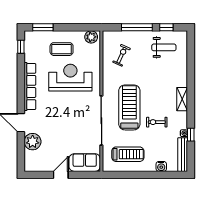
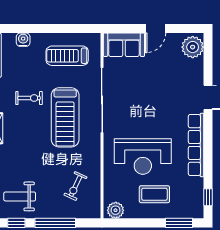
plant: (33, 142) -> (193, 47), moved

